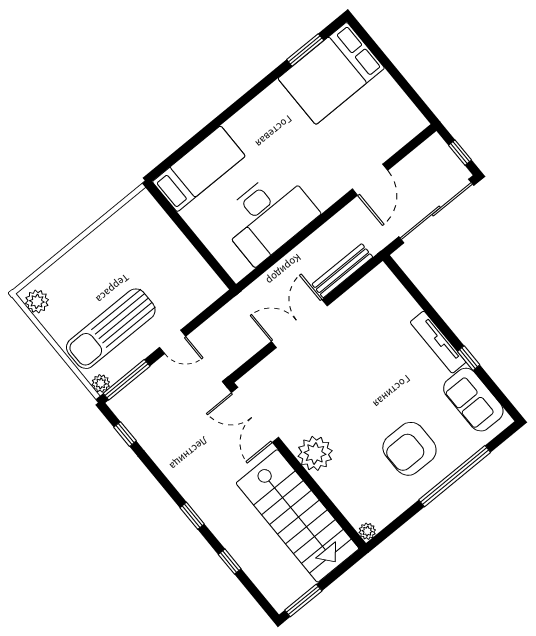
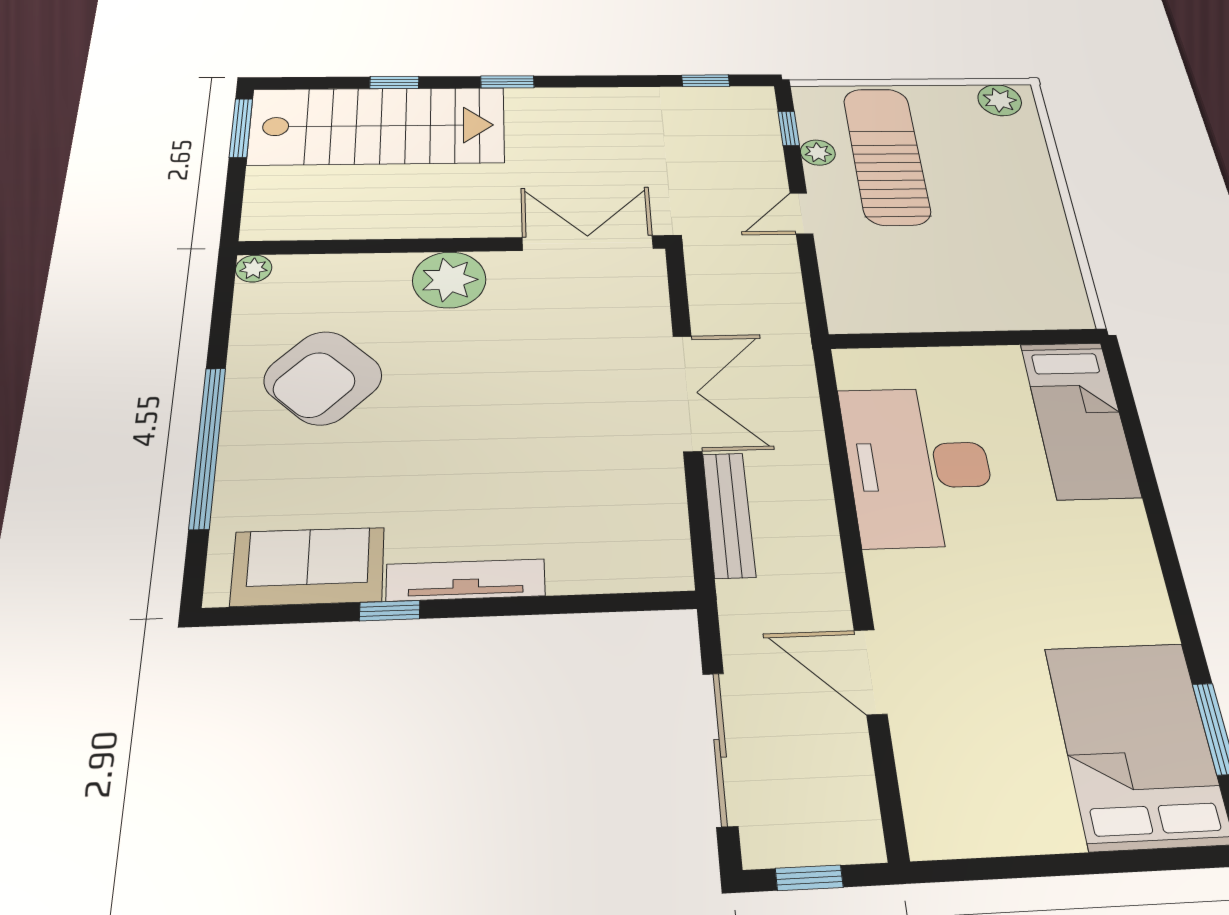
sliding door: (436, 211) -> (720, 748), width x0.73
window: (127, 380) -> (789, 128), width x0.46
plant: (101, 383) -> (818, 153), moved
armchair: (409, 449) -> (323, 378), moved, turned -136
stairs: (297, 516) -> (378, 126), moved, turned 180

